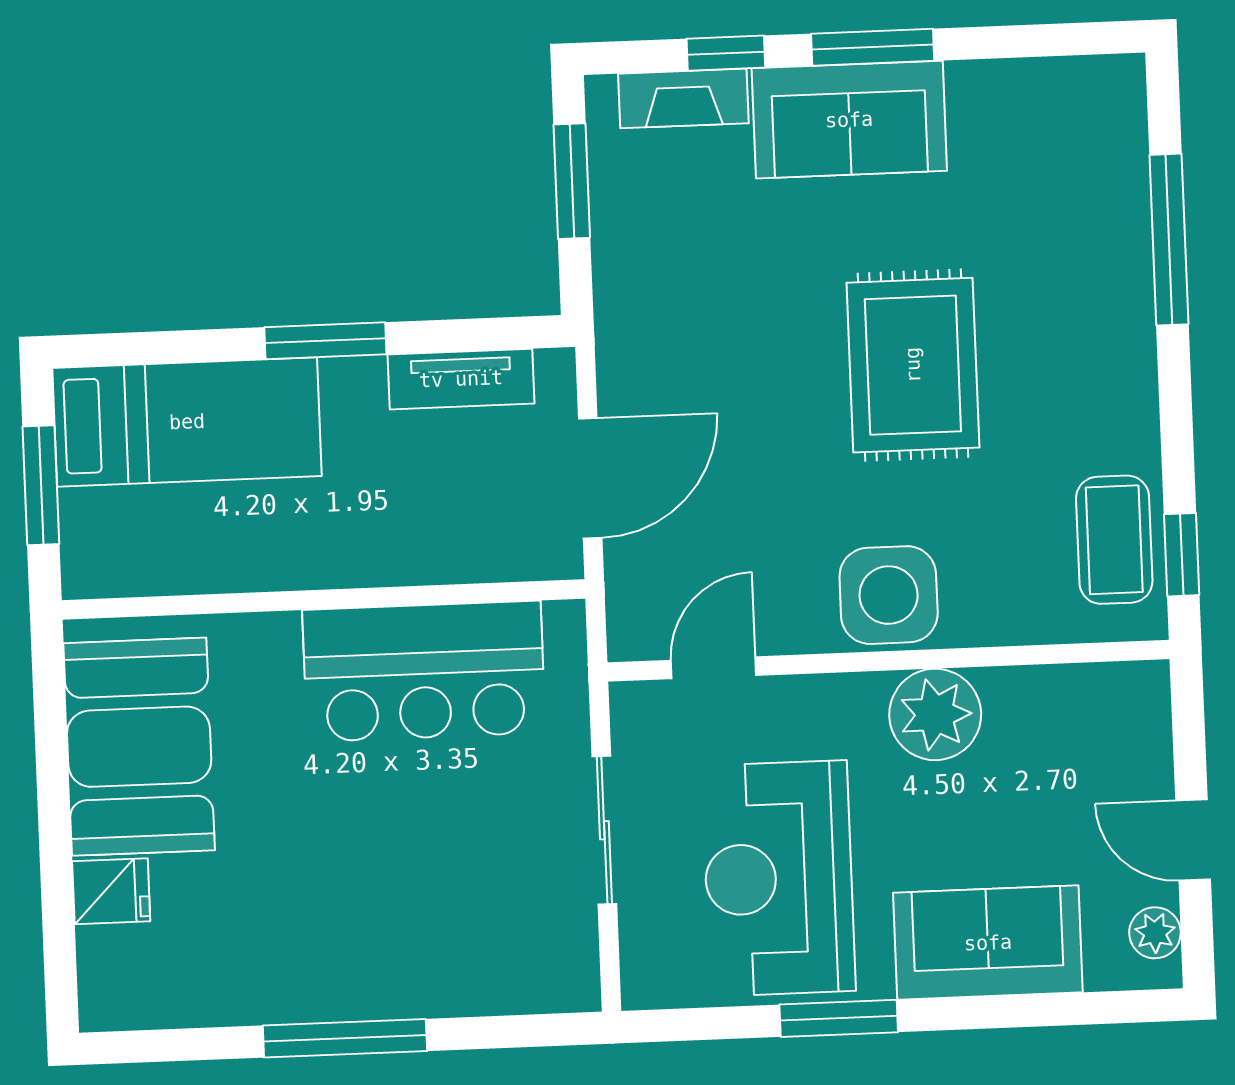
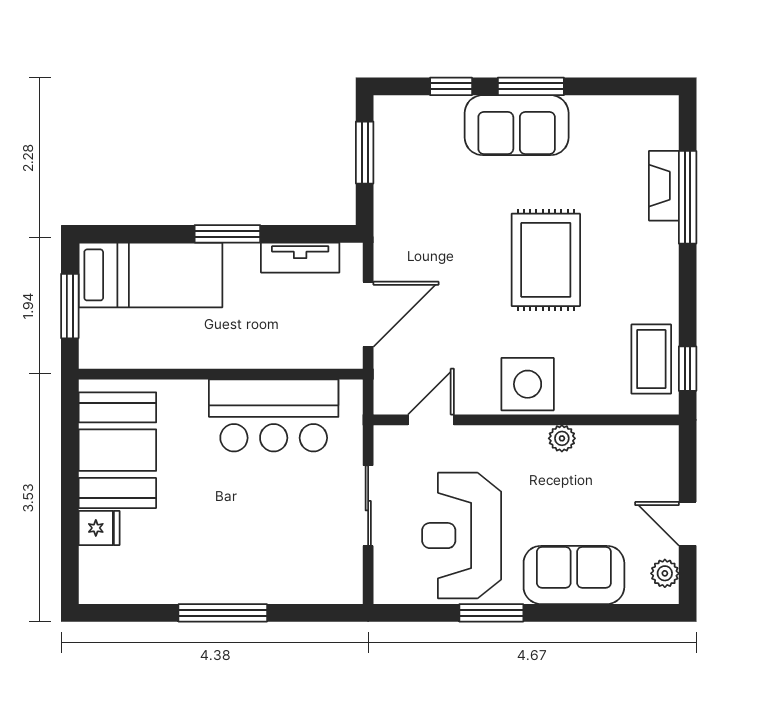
fireplace: (683, 98) -> (664, 186), moved, turned 90
plant: (935, 714) -> (562, 438), width x0.53, depth x0.53

